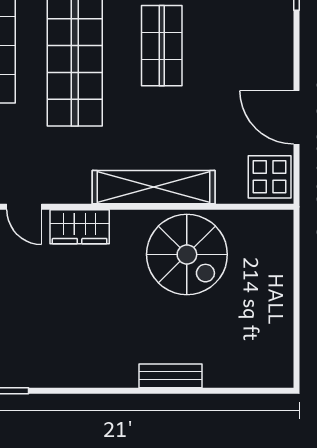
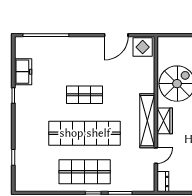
shelving: (154, 187) -> (147, 121), moved
wardrobe: (80, 227) -> (165, 121), moved

